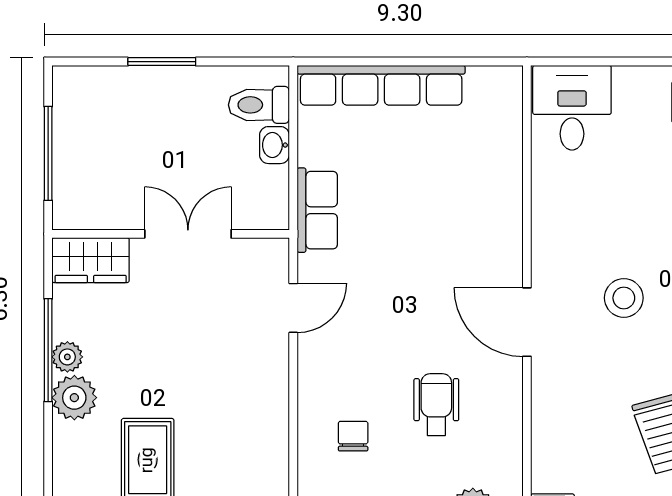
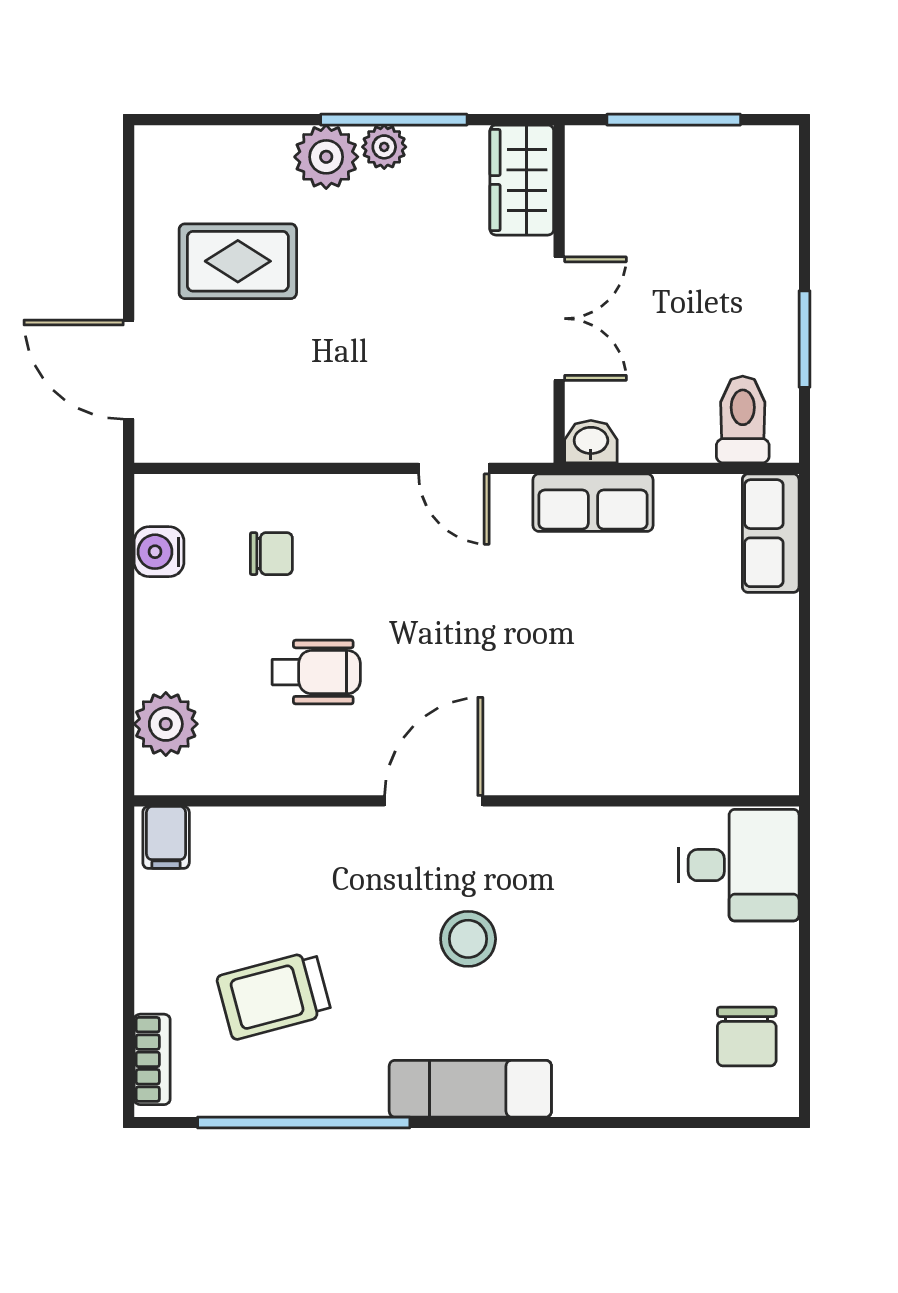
window: (162, 62) -> (804, 339), moved
row of seats: (381, 85) -> (771, 533), width x0.50
washbasin: (274, 145) -> (591, 442), moved

